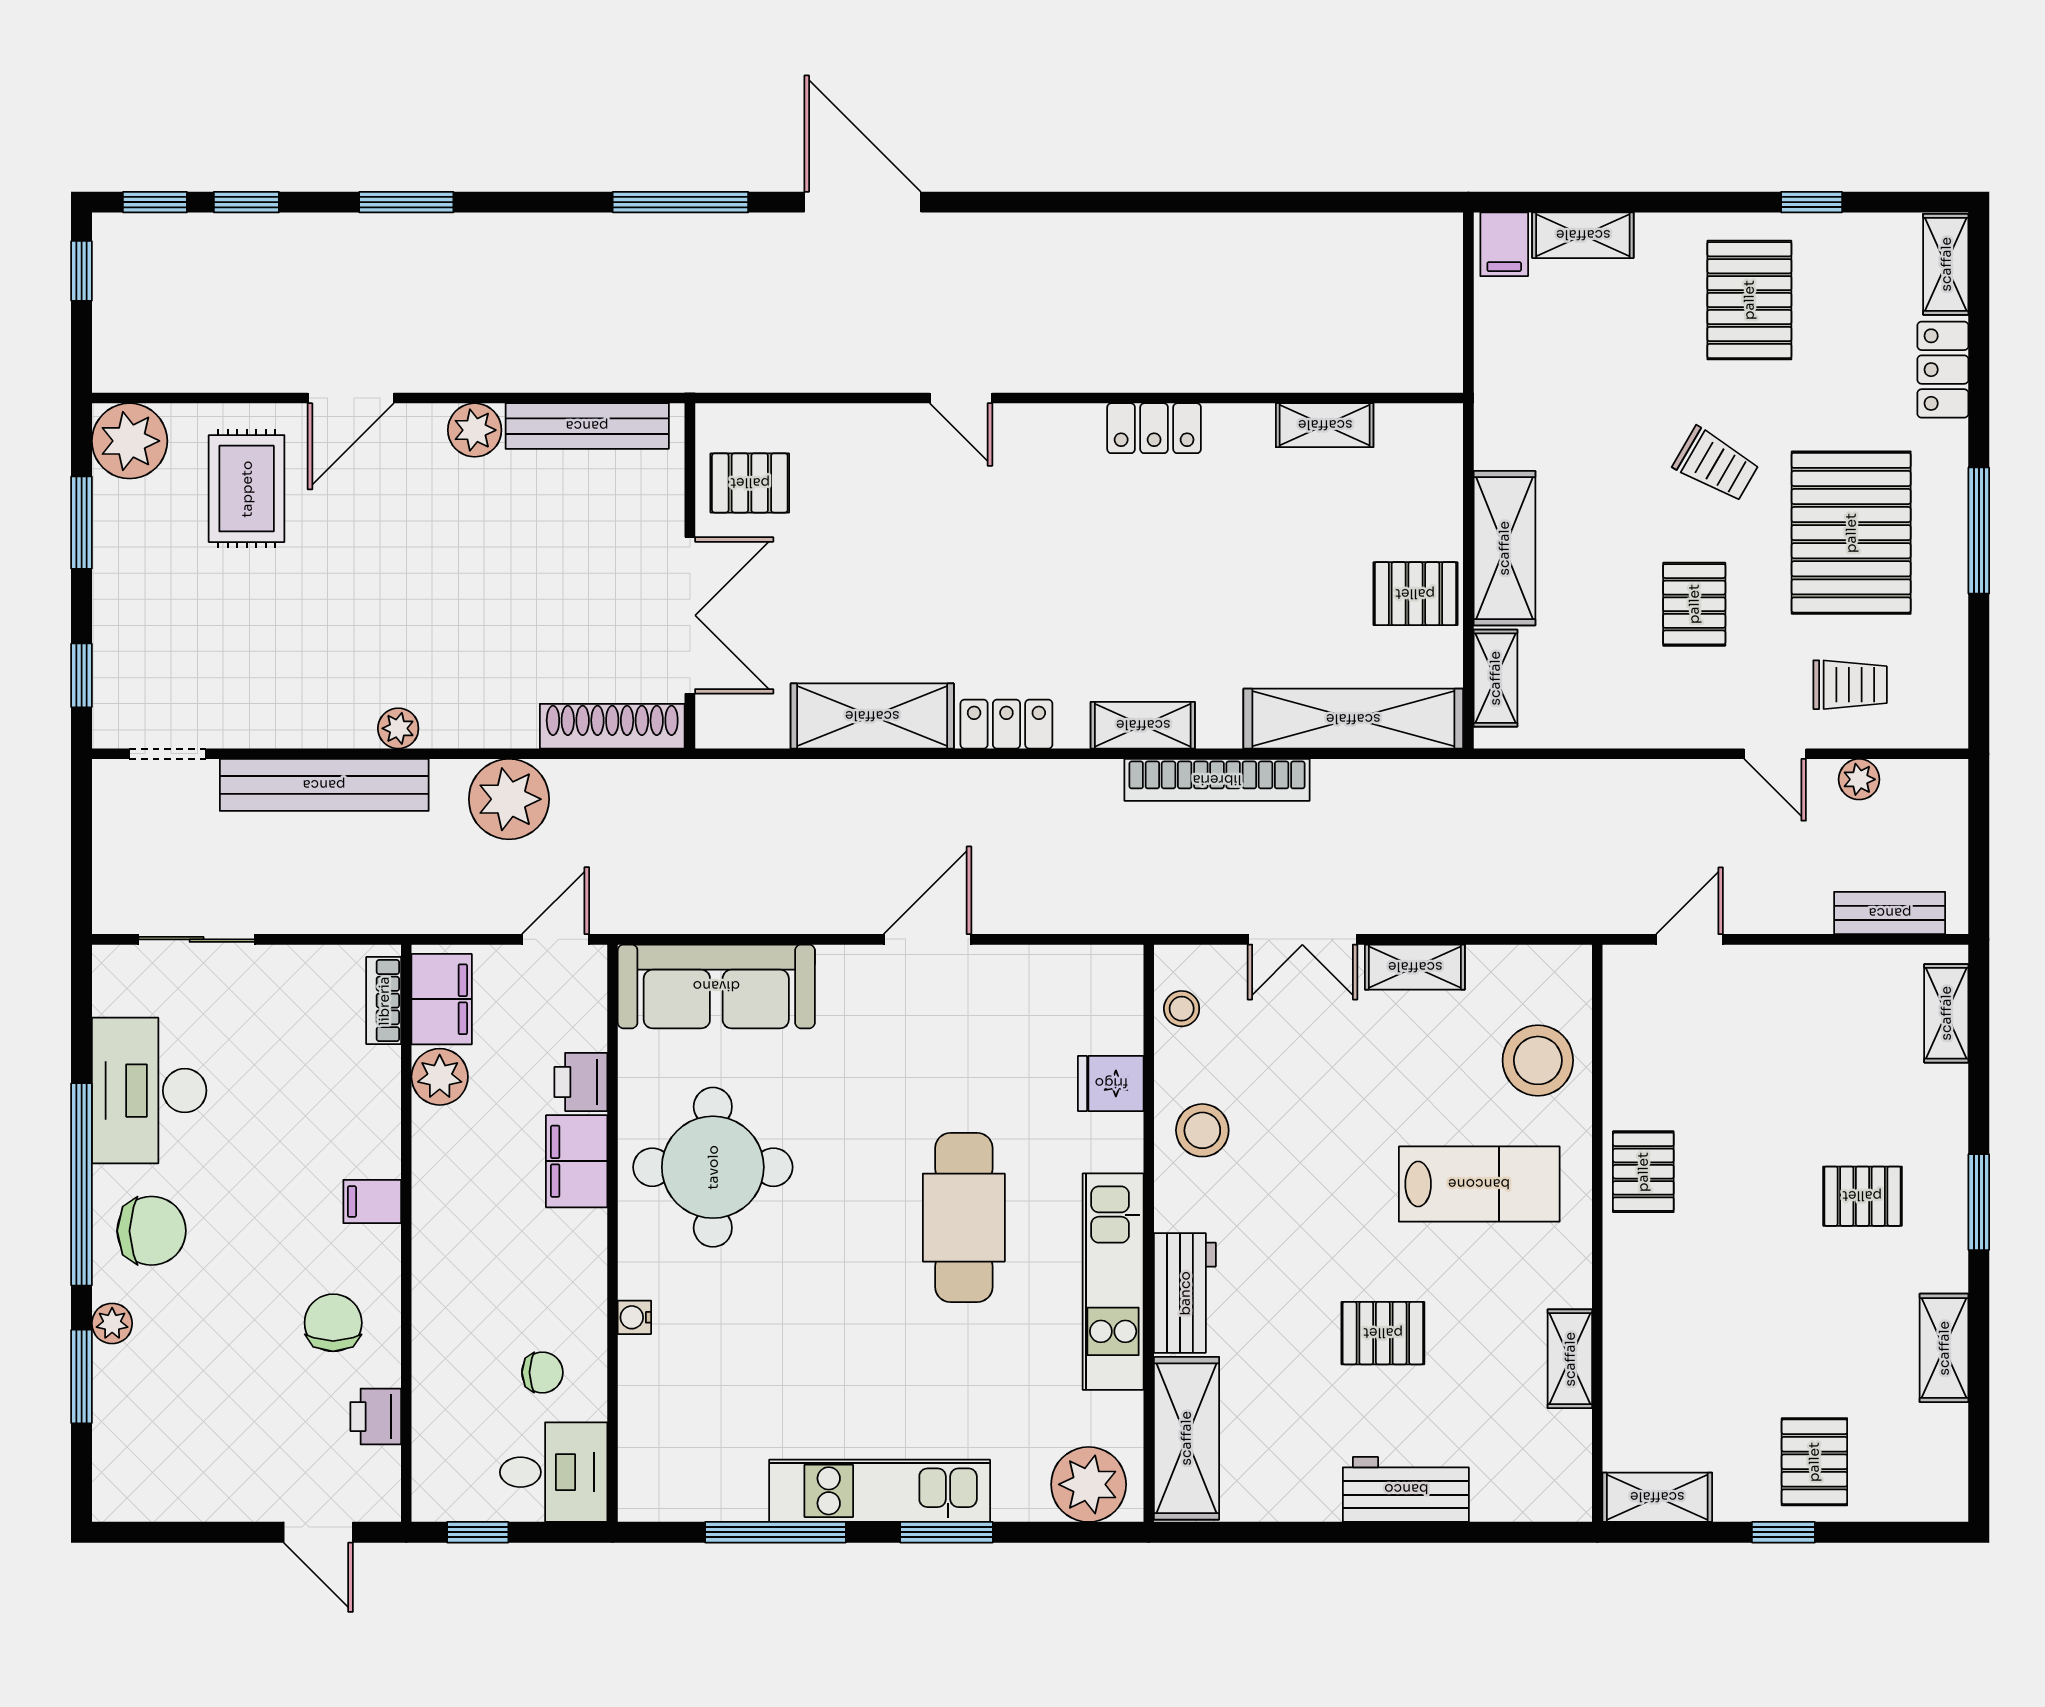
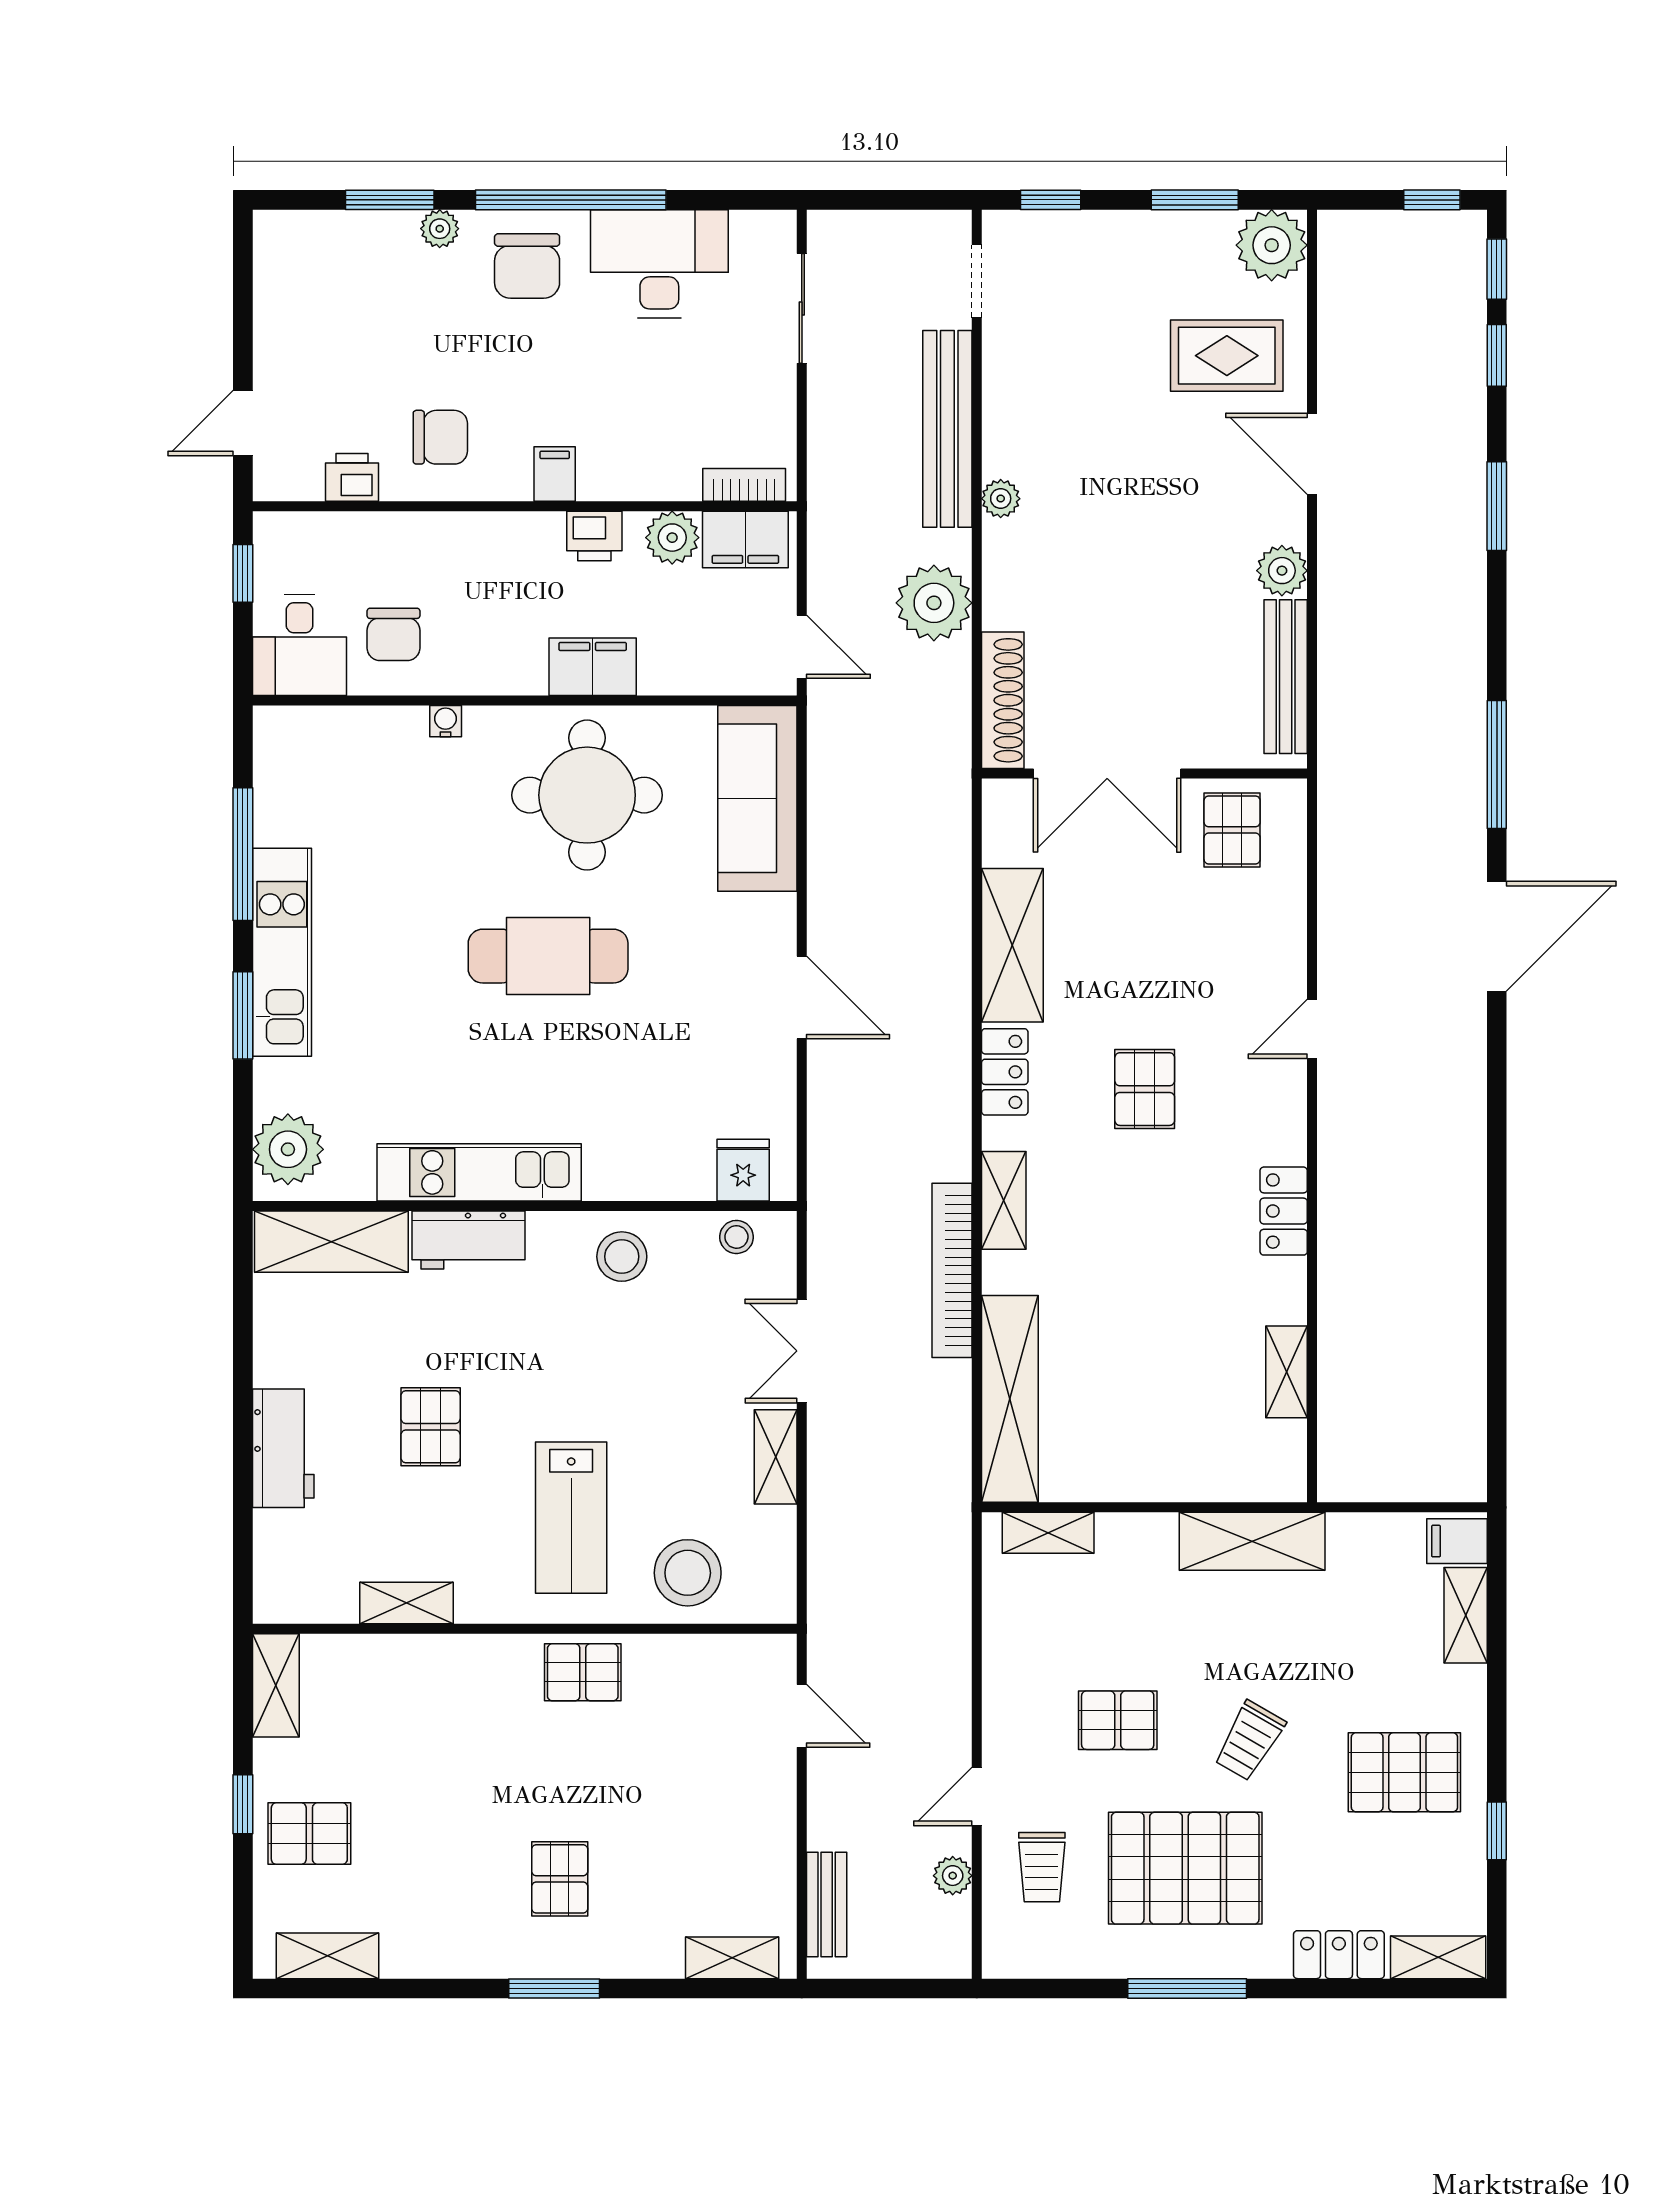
shelving: (1504, 548) -> (1252, 1541), moved
pallet: (1415, 594) -> (1145, 1089), moved
printer: (581, 1082) -> (594, 536), moved, turned 180
fridge: (1111, 1083) -> (743, 1170), moved
cafe table: (964, 1218) -> (548, 956), moved
shelving: (1944, 1348) -> (327, 1956), moved
chair: (542, 1372) -> (394, 634), width x1.37, depth x1.37

